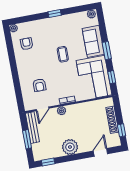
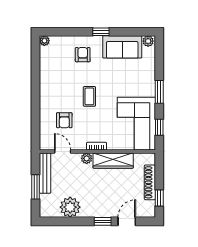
sofa: (93, 41) -> (122, 47), moved, turned -90
armchair: (27, 44) -> (83, 55), moved
coffee table: (63, 54) -> (89, 96), moved
door: (43, 109) -> (63, 152), swing flipped
wardrobe: (82, 109) -> (113, 161), added
plant: (70, 147) -> (70, 207), moved
window: (48, 162) -> (103, 221), moved

